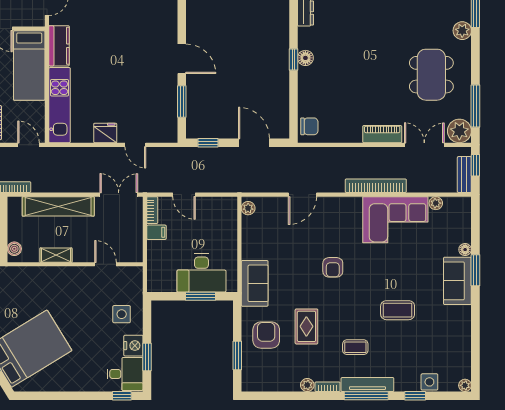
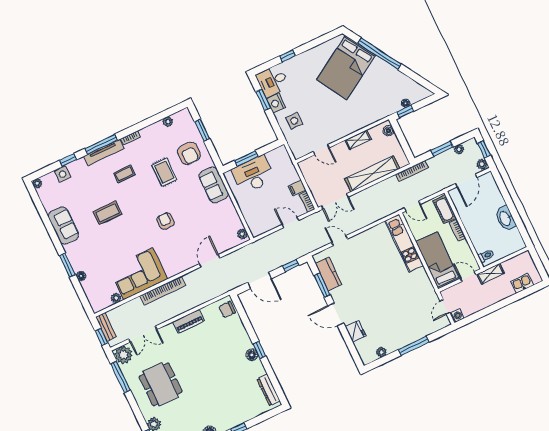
kitchen counter: (59, 46) -> (329, 274), moved, turned 180
fridge: (105, 133) -> (356, 331), moved, turned -90
piano: (382, 134) -> (189, 321), moved
sofa: (457, 281) -> (64, 225), moved
plant: (307, 385) -> (168, 122), moved
window: (122, 396) -> (287, 56), moved

